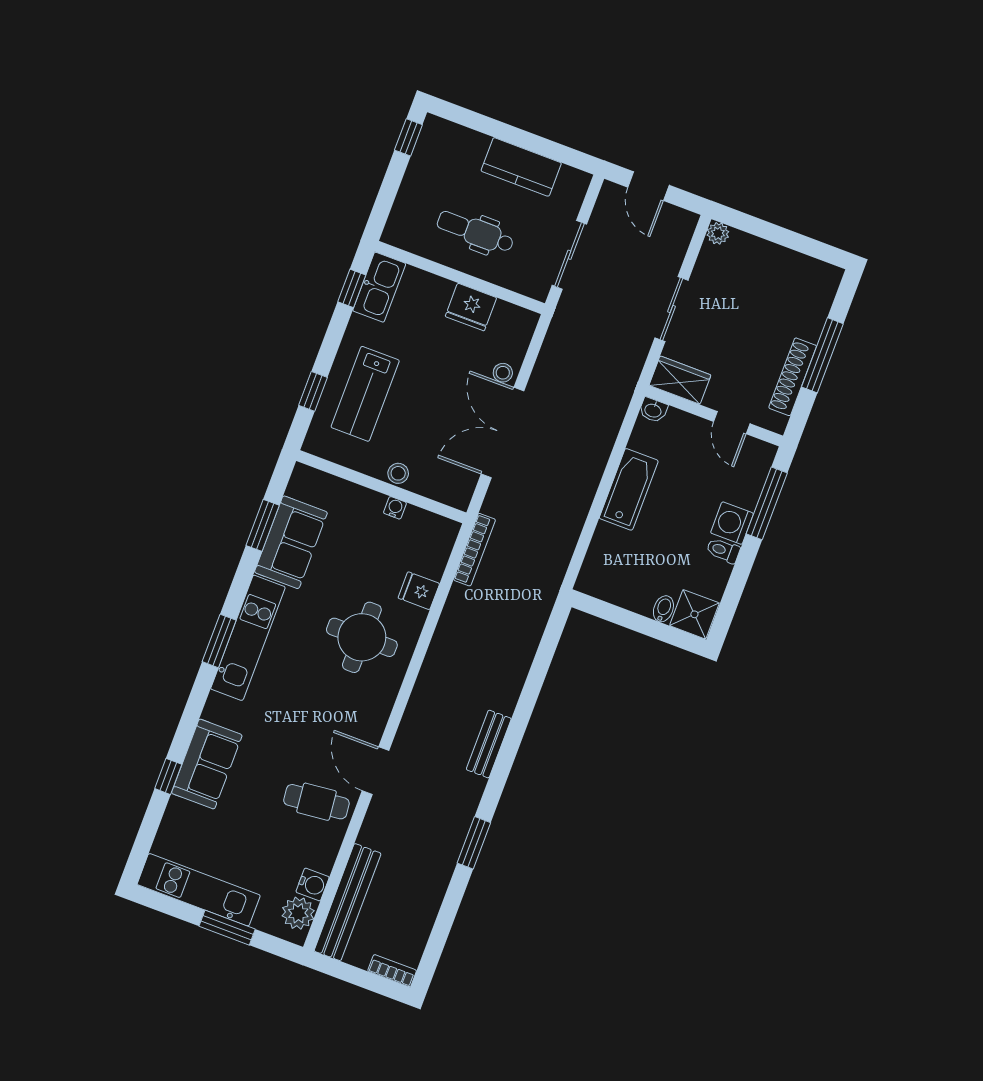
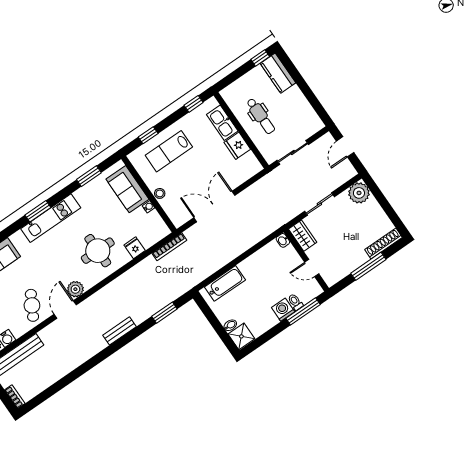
kitchen counter: (521, 167) -> (278, 73), moved
dental chair: (475, 232) -> (261, 116), turned 180
plant: (718, 233) -> (359, 193), width x1.88, depth x1.88
kitchen sink: (379, 287) -> (222, 123), moved, turned 90
stool: (503, 373) -> (232, 182), removed
shoe rack: (793, 377) -> (384, 243), moved
door: (732, 423) -> (312, 268), hinge flipped
bathtub: (629, 489) -> (225, 283), moved
sofa: (291, 542) -> (127, 189), moved, turned 90
toilet: (723, 550) -> (295, 302), moved
plant: (369, 726) -> (75, 289), added
cafe table: (316, 802) -> (32, 305), turned 35
window: (474, 843) -> (164, 313), moved

